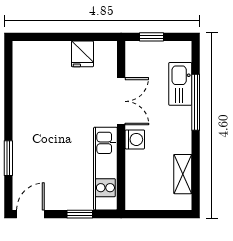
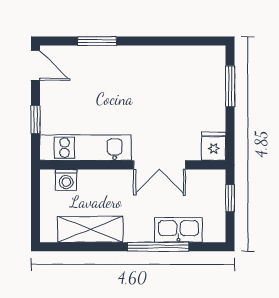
window: (49, 37) -> (230, 86), added
fridge: (82, 54) -> (214, 146), moved, turned 90
washing machine: (135, 139) -> (66, 180), moved
shelving: (183, 174) -> (90, 229), width x1.50, depth x1.33

